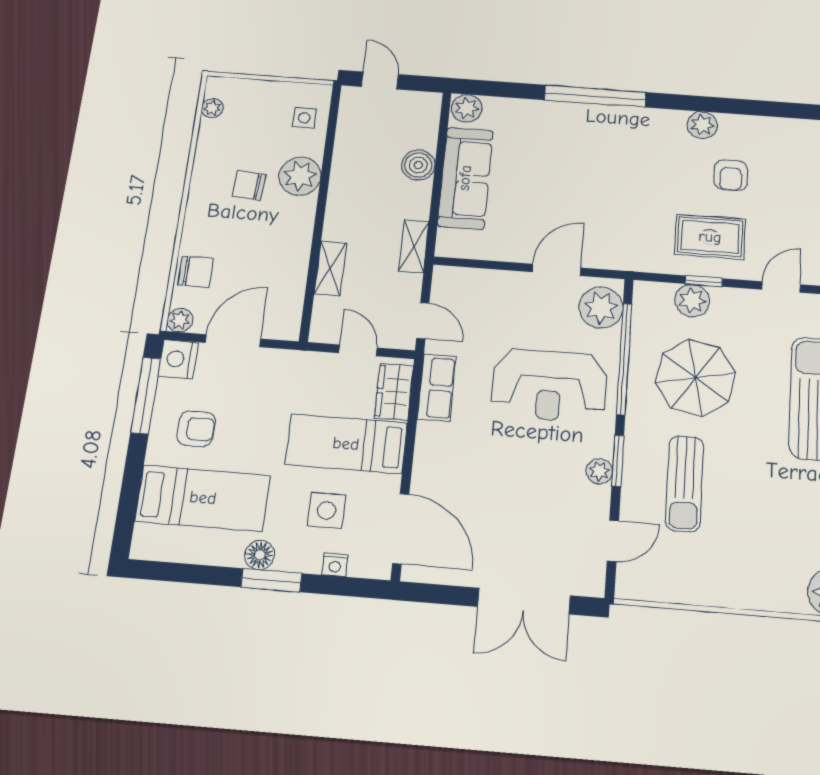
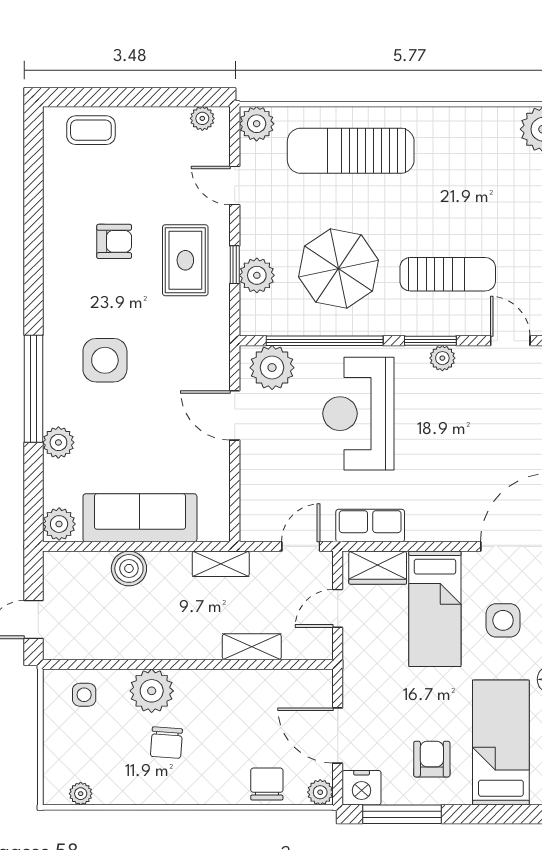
plant: (702, 125) -> (58, 442), moved
side table: (618, 159) -> (105, 360), added
reception desk: (549, 385) -> (358, 414), turned 180

